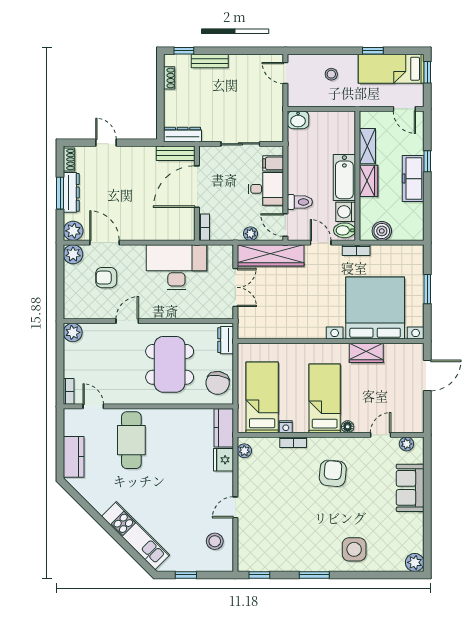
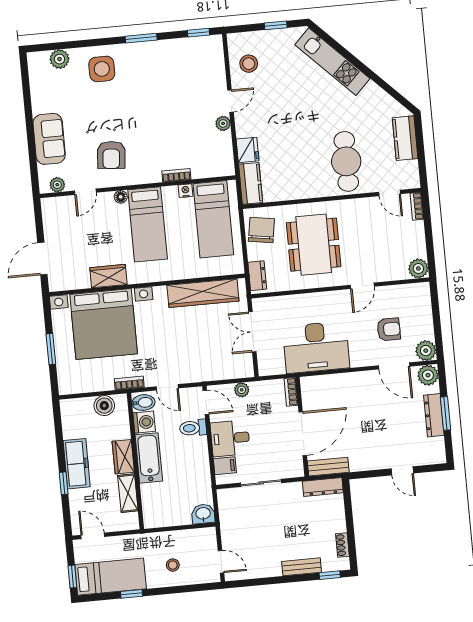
shoe rack: (69, 159) -> (439, 450), removed
wardrobe: (271, 255) -> (203, 293), moved, turned 180
plant: (244, 451) -> (223, 123), moved
armchair: (333, 473) -> (111, 155), moved
plant: (415, 562) -> (59, 59), moved

